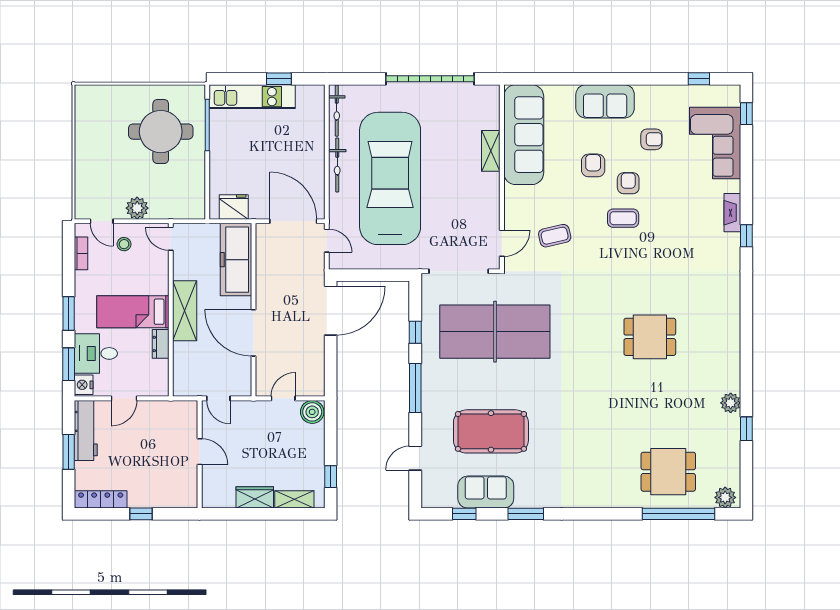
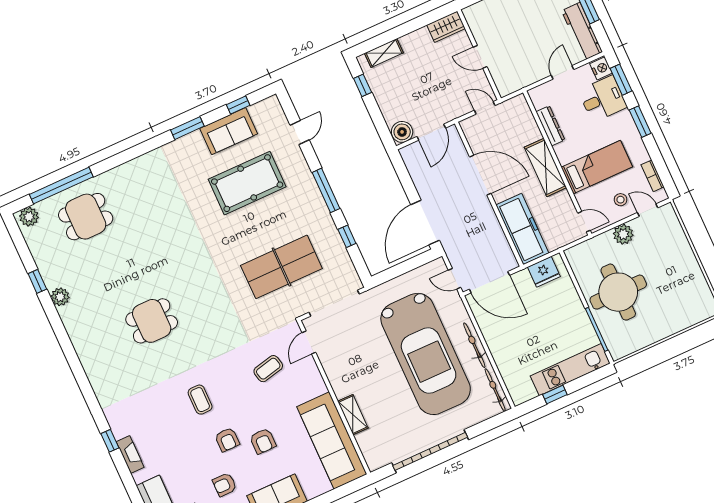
round table: (161, 132) -> (618, 292), moved
coffee table: (623, 218) -> (200, 400), moved, turned 90
bed: (133, 312) -> (597, 167), moved
table tennis table: (495, 332) -> (281, 267), width x0.73, depth x0.76
dresser: (161, 344) -> (550, 126), width x1.44
door: (283, 398) -> (431, 132), width x1.38
wardrobe: (255, 497) -> (446, 27), moved

